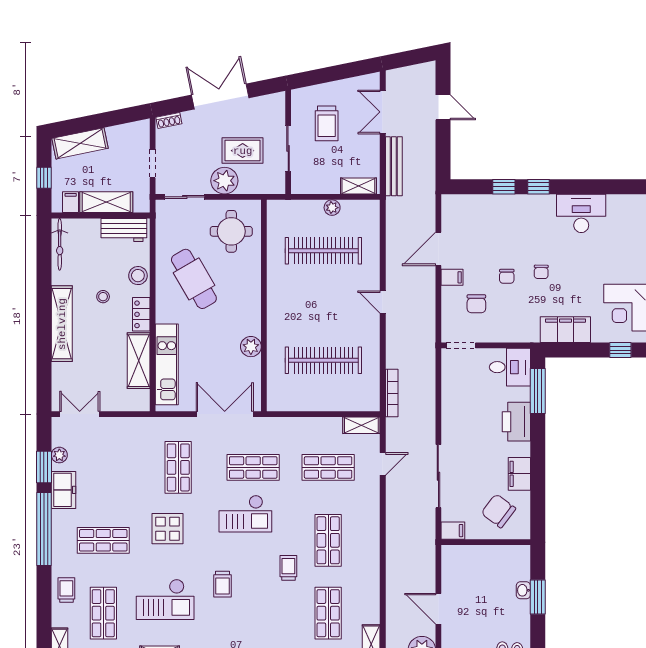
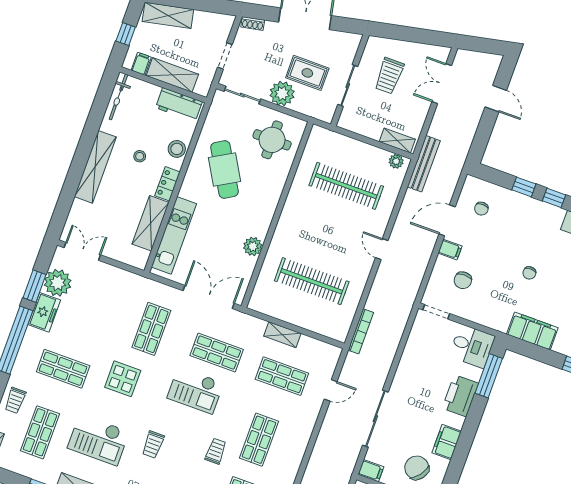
bench: (394, 166) -> (424, 164), moved
plant: (332, 208) -> (396, 161), moved
chair: (507, 276) -> (481, 209), moved
shelving: (361, 425) -> (282, 335), moved
plant: (59, 455) -> (58, 283), width x1.88, depth x1.88
trolley: (66, 590) -> (15, 400), turned 180

